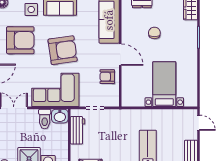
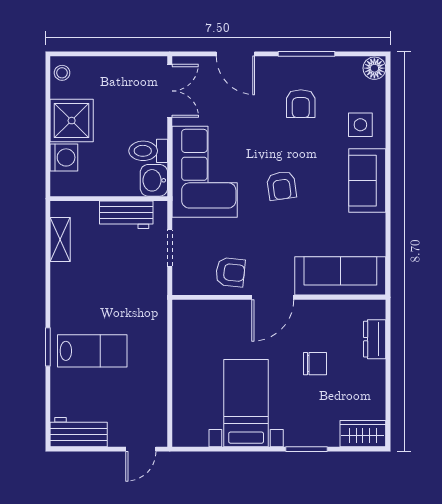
armchair: (20, 40) -> (301, 104), width x0.53, depth x0.53
armchair: (63, 50) -> (281, 186), width x0.53, depth x0.53
armchair: (107, 77) -> (230, 272), turned 96
bed with nightstands: (164, 84) -> (246, 403), moved, turned -90

